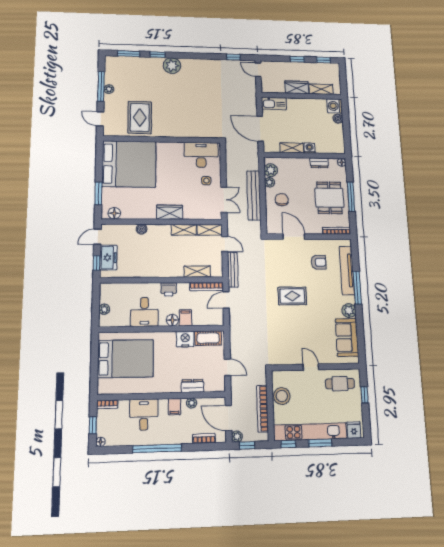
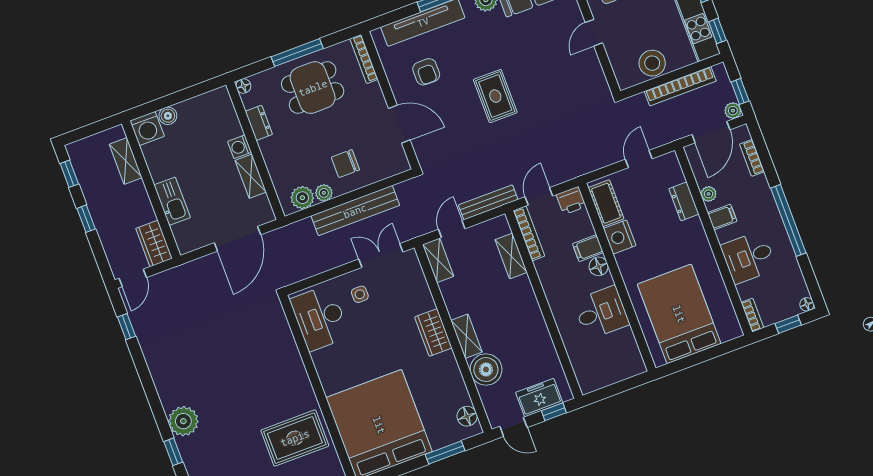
wardrobe: (297, 87) -> (154, 243), moved
kitchen sink: (274, 103) -> (172, 201), moved
boiler: (142, 229) -> (486, 370), width x1.86, depth x1.86
shelving: (184, 230) -> (467, 336), moved
door: (294, 237) -> (399, 124), swing flipped
armchair: (319, 262) -> (426, 72), turned 180
printer: (169, 289) -> (571, 200), moved, turned 90
door: (226, 300) -> (539, 196), swing flipped
plant: (104, 309) -> (619, 373), removed

